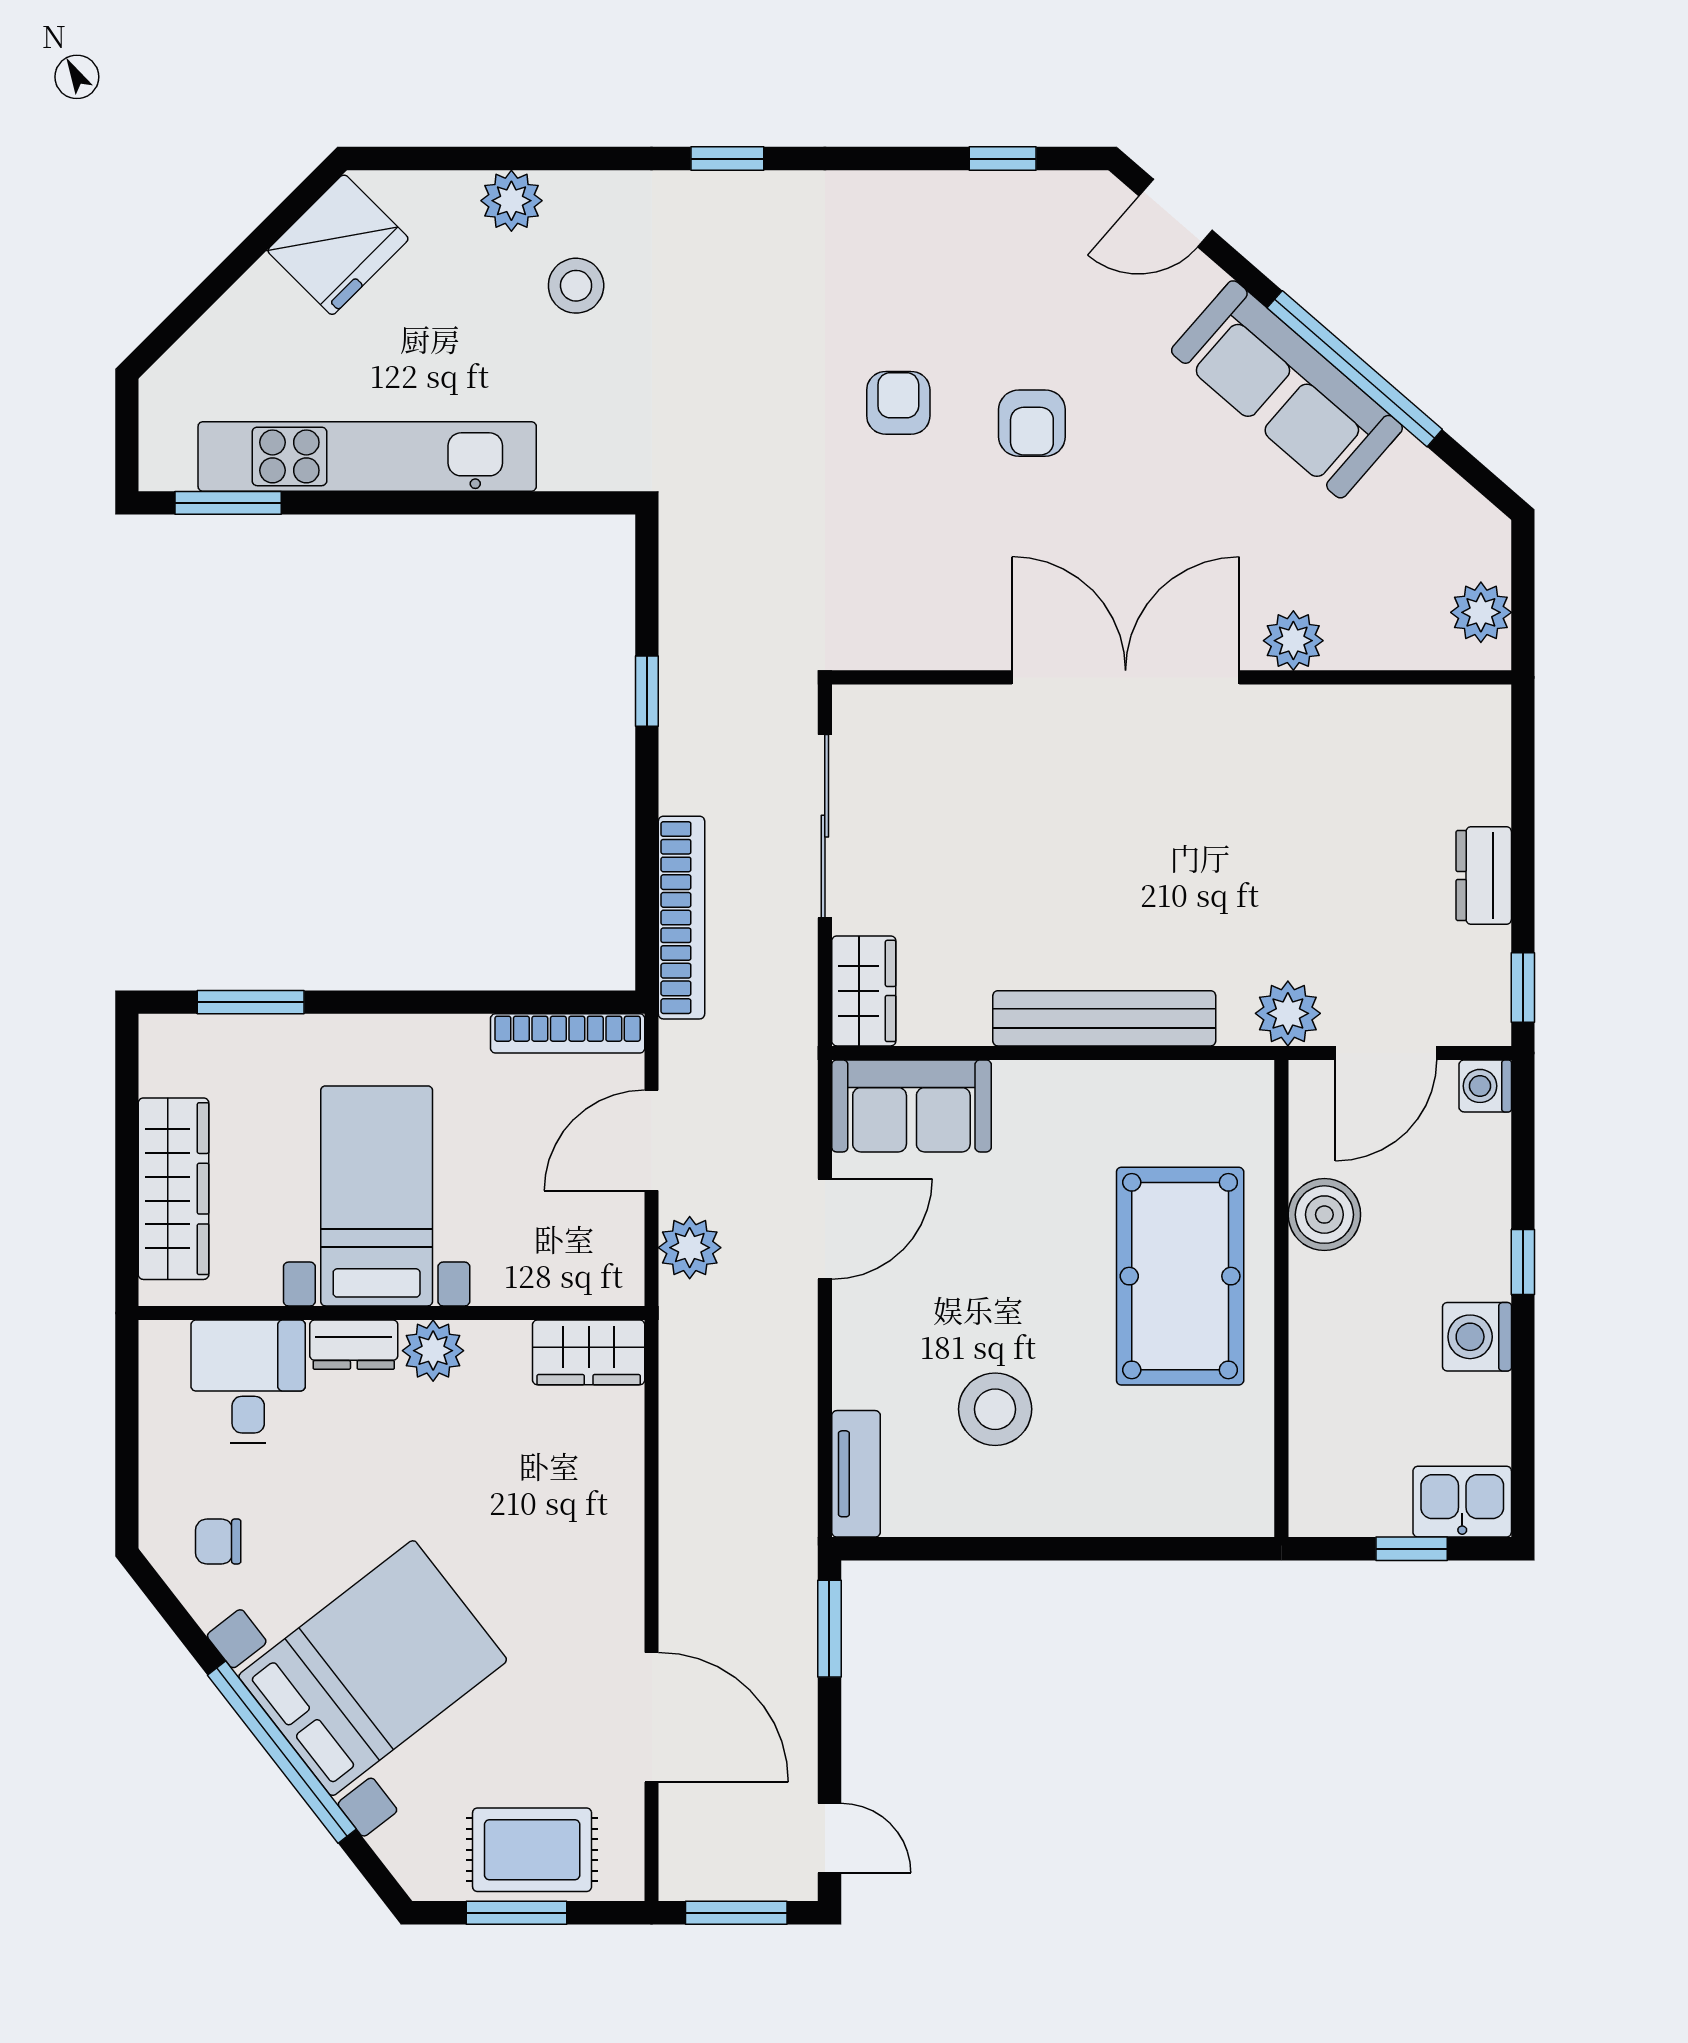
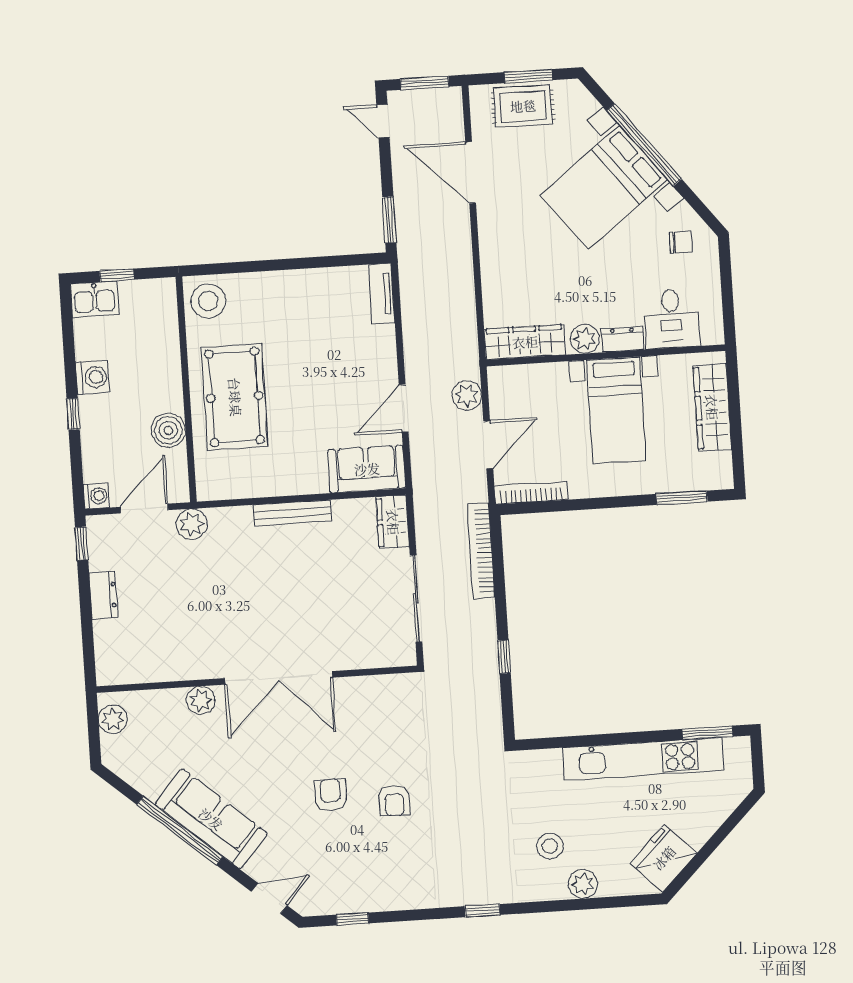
bench: (1104, 1018) -> (292, 513), width x0.73, depth x0.82
wardrobe: (589, 1352) -> (525, 342), width x1.50
stool: (995, 1409) -> (208, 301), moved

